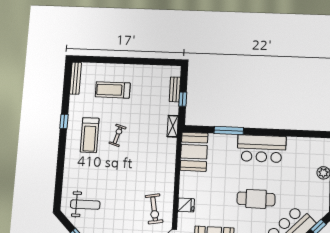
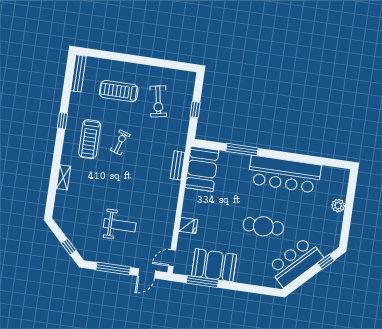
bench: (175, 89) -> (178, 165), moved
shelving: (173, 126) -> (63, 177), moved
bar counter: (262, 149) -> (285, 174), width x1.36
weight bench: (85, 205) -> (120, 225), moved
exercise bike: (154, 209) -> (158, 101), moved

